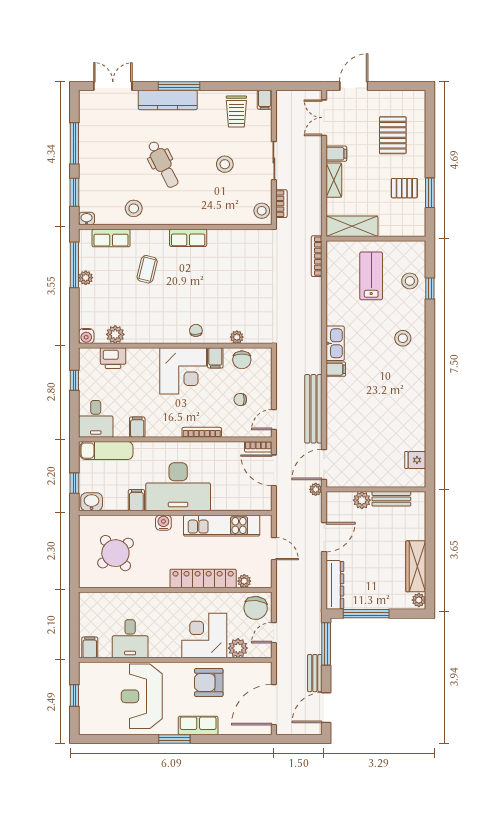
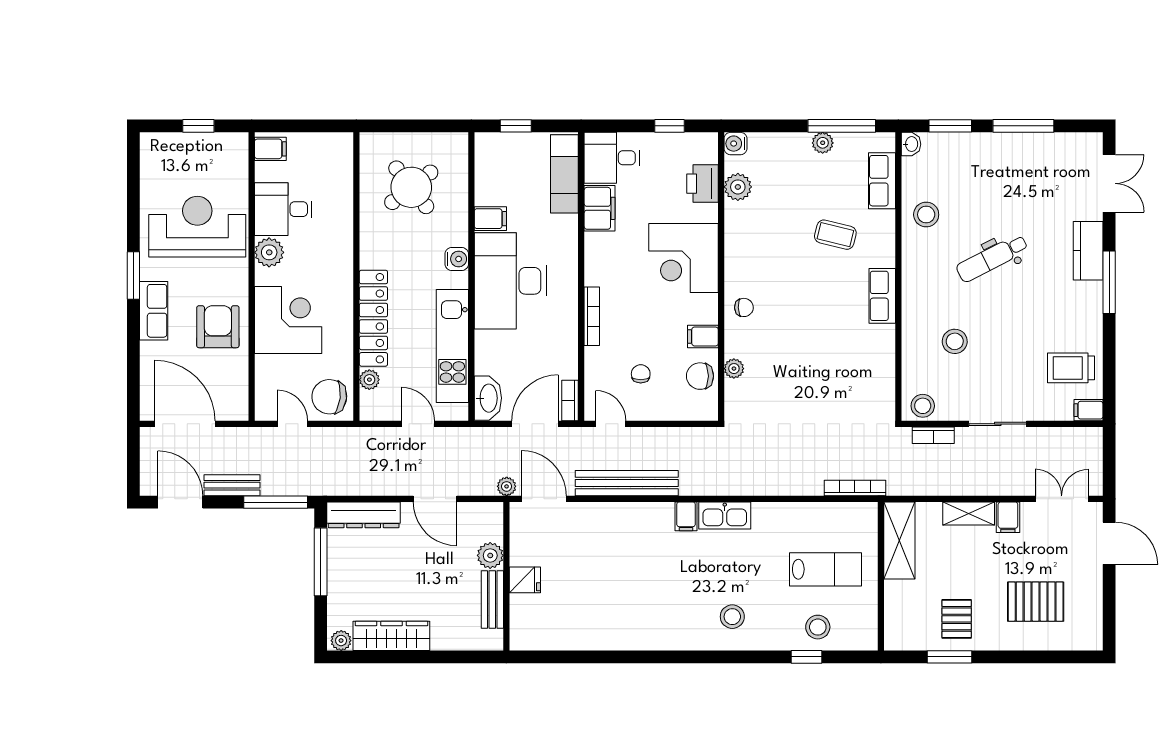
kitchen counter: (168, 100) -> (1088, 251), width x0.67
stool: (225, 164) -> (955, 341), moved
corner desk: (183, 371) -> (683, 258), moved
filing cabinet: (137, 427) -> (599, 208), width x2.00
fridge: (415, 460) -> (525, 580), moved, turned 90
washbasin: (92, 502) -> (488, 398), moved, width x1.38
door: (274, 549) -> (418, 424), swing flipped
plant: (238, 648) -> (269, 252), moved

